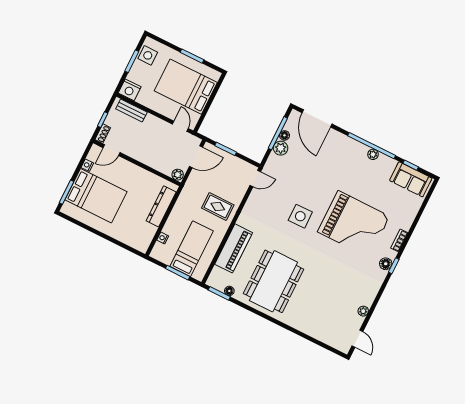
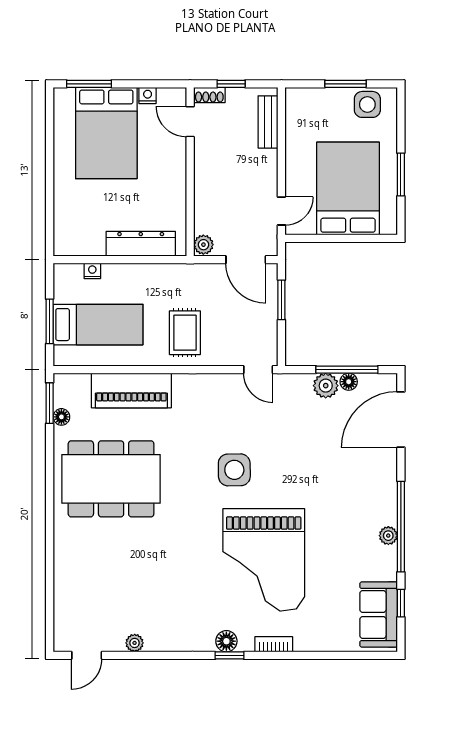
nightstand: (130, 90) -> (299, 103), removed

